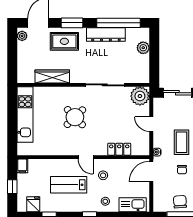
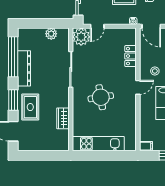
plant: (22, 36) -> (25, 146), removed
plant: (143, 48) -> (51, 34), moved
wardrobe: (52, 76) -> (63, 118), width x0.67
round table: (75, 117) -> (101, 97), turned 35
door: (151, 124) -> (97, 26), moved

